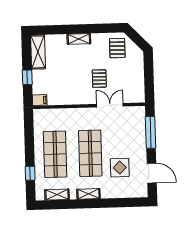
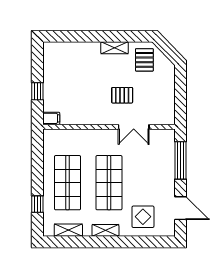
shelving: (79, 39) -> (115, 48), moved
shelving: (38, 52) -> (51, 62), removed
pallet: (99, 79) -> (122, 95), turned 90
double door: (110, 105) -> (134, 127), swing flipped
display table: (120, 168) -> (143, 217), moved

